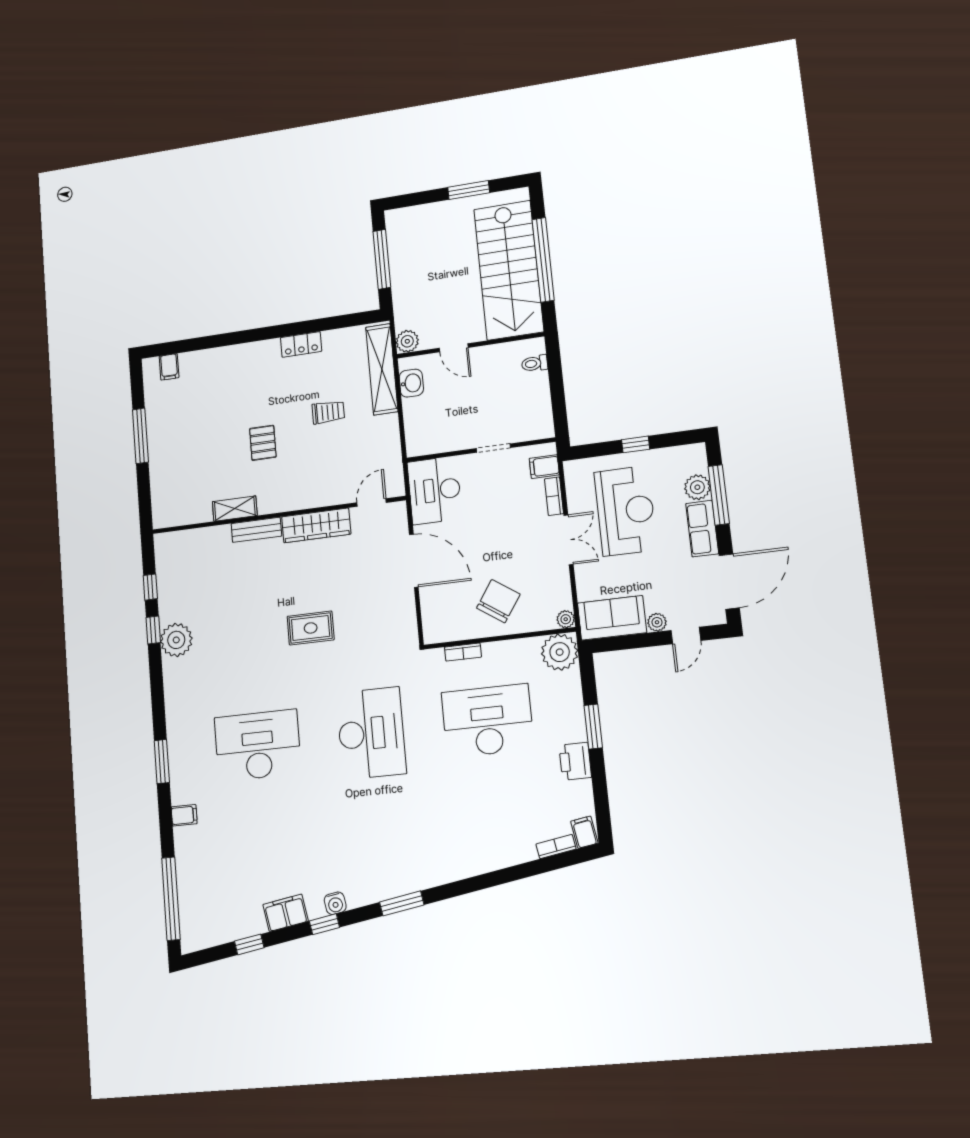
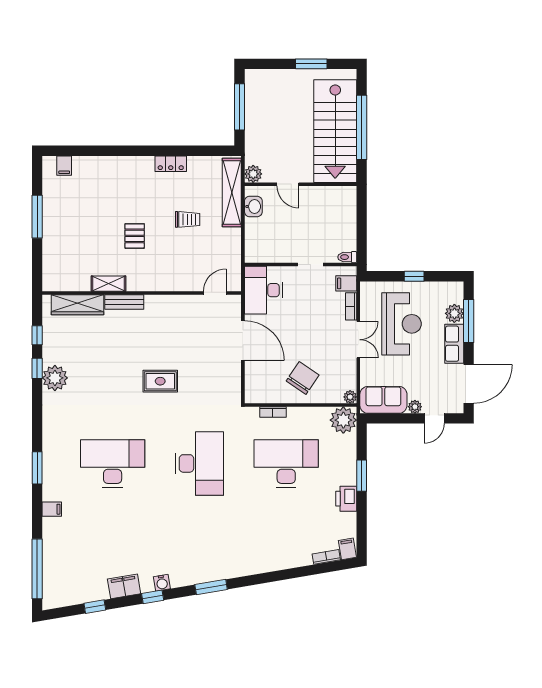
toilet: (535, 363) -> (347, 257), moved
wardrobe: (316, 525) -> (77, 305), moved

